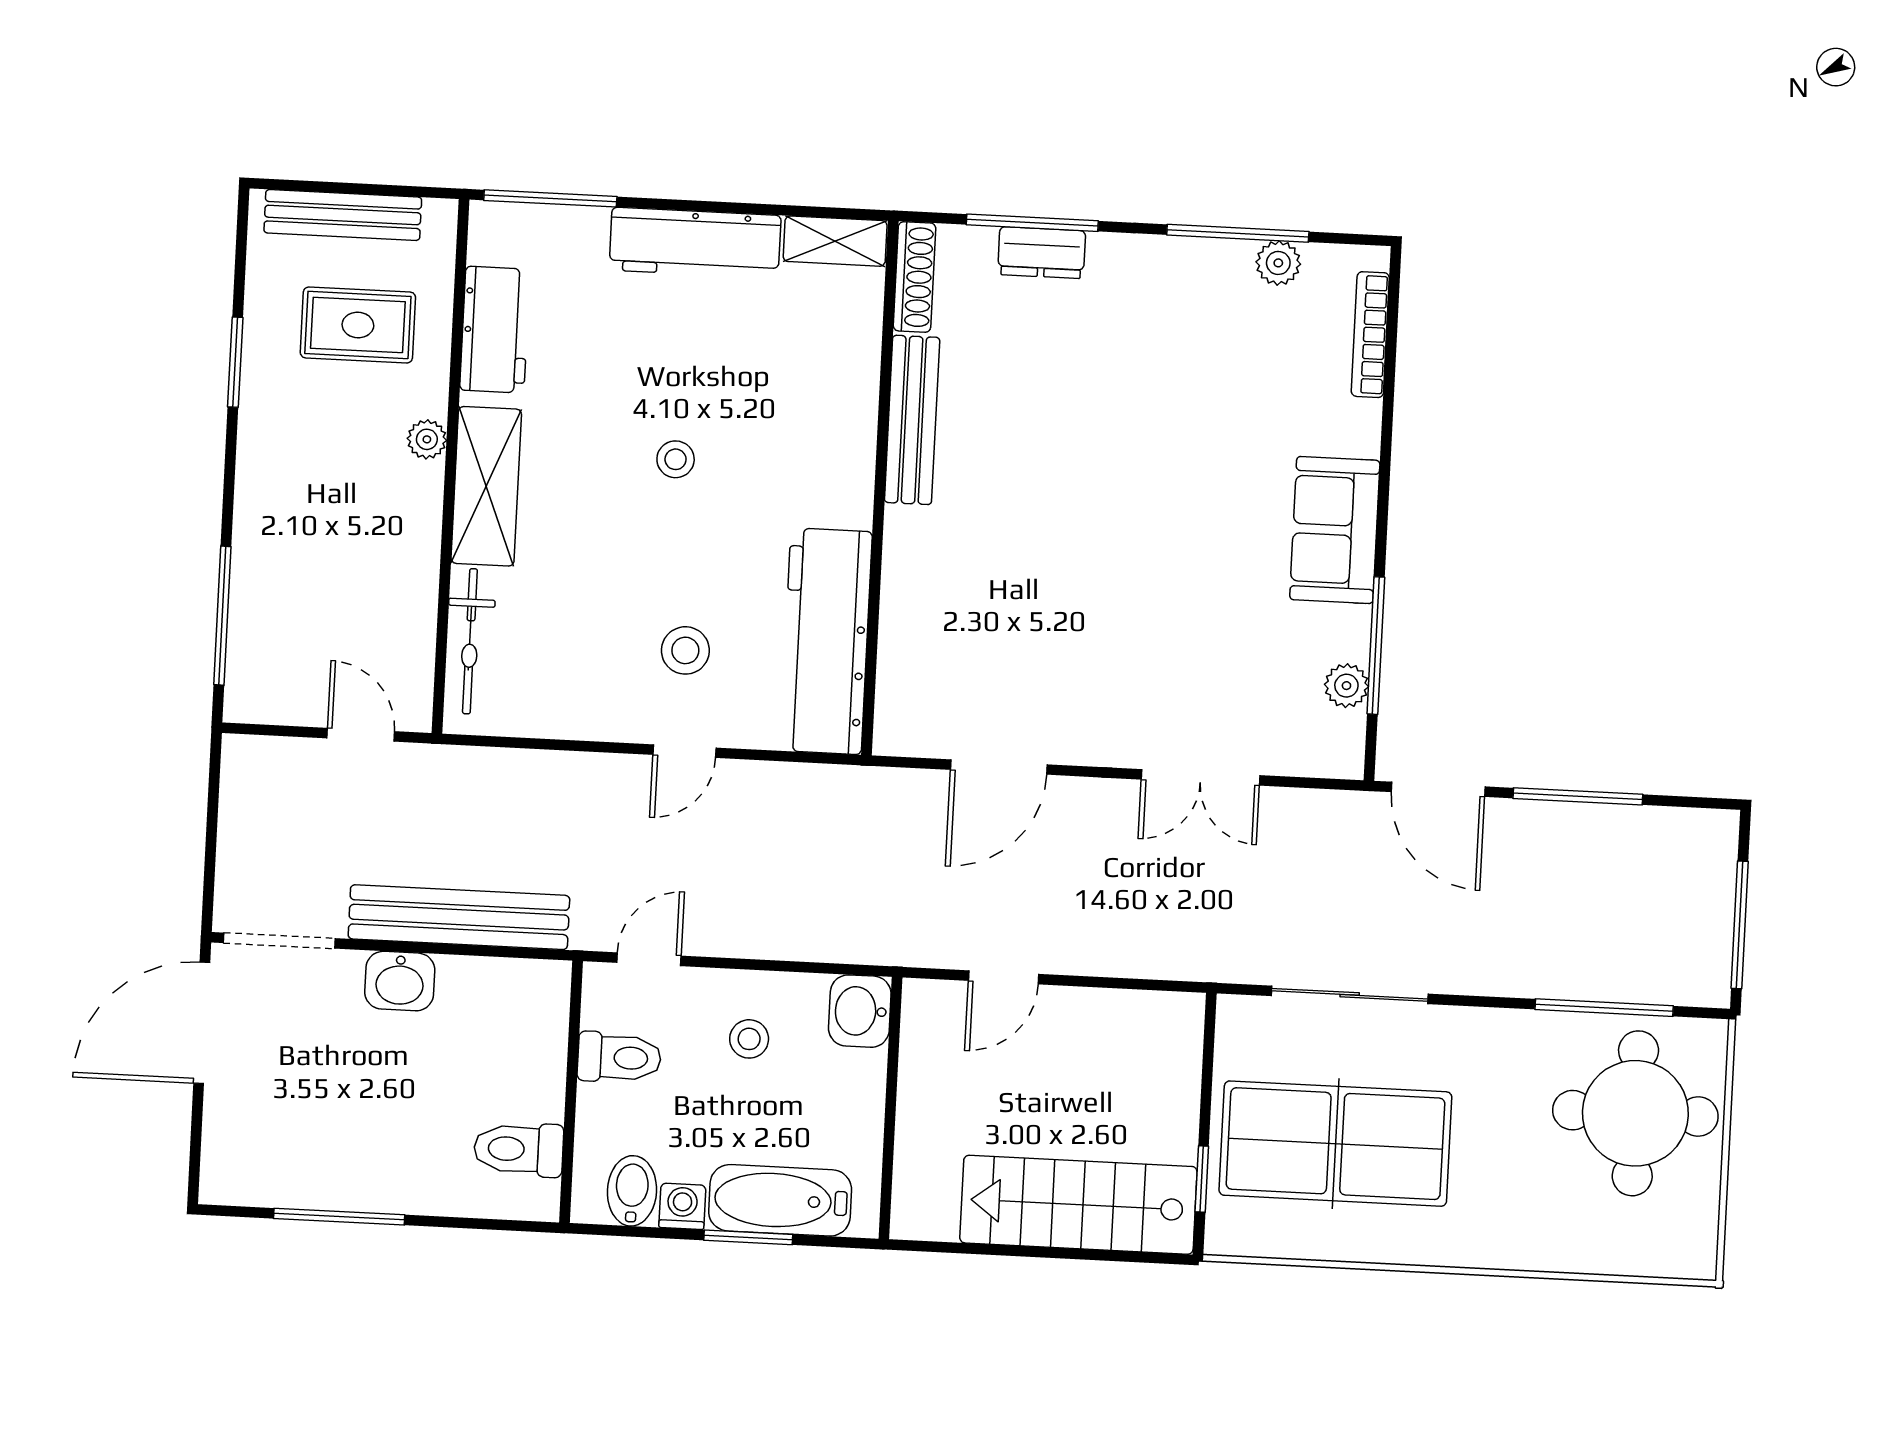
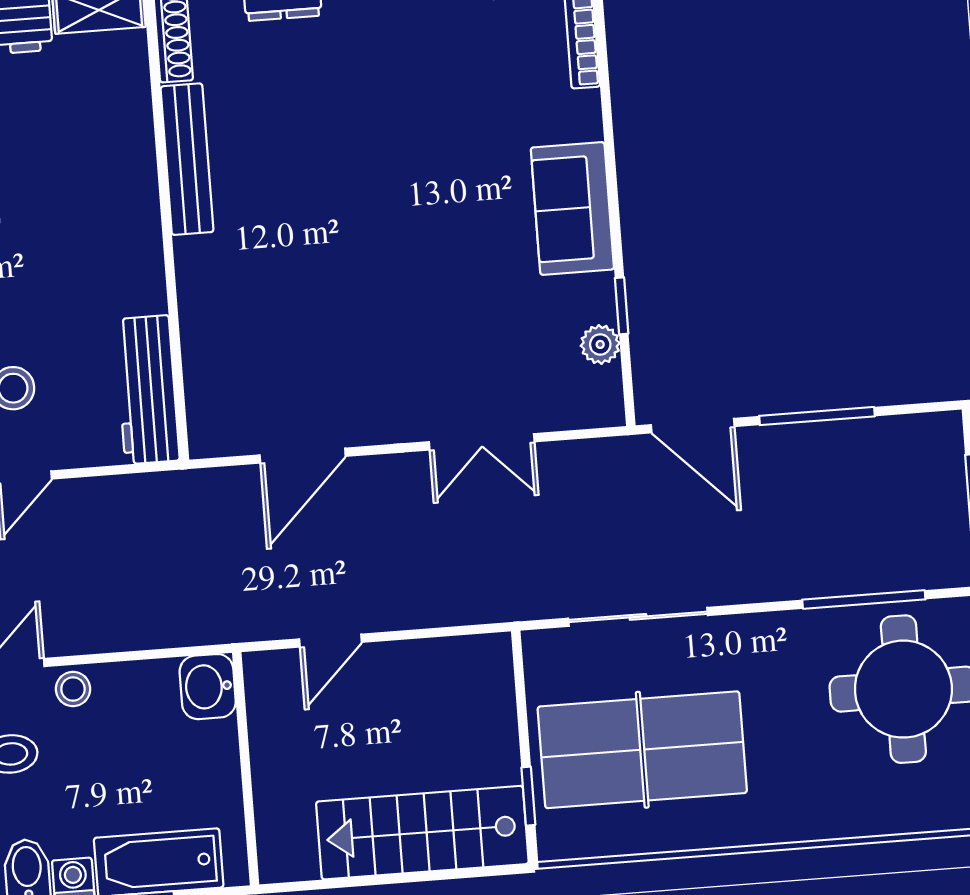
workbench: (826, 641) -> (147, 390), width x0.73, depth x0.76
window: (1376, 646) -> (622, 306), width x0.46
stool: (749, 1039) -> (73, 689), moved

